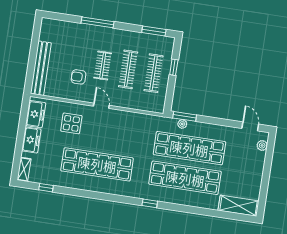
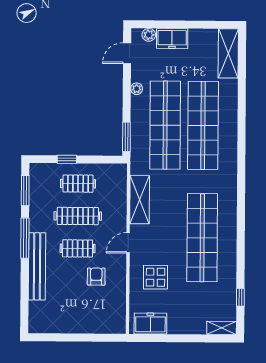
window: (98, 22) -> (25, 238), moved
bench: (41, 68) -> (37, 266), moved, turned 90
clothes rail: (153, 73) -> (78, 184), width x0.73
armchair: (79, 77) -> (96, 277), turned 180
shelving: (134, 120) -> (140, 200), added
plant: (182, 124) -> (137, 89), moved
freezer: (31, 140) -> (172, 38), moved, turned 180
window: (150, 203) -> (241, 165), removed

